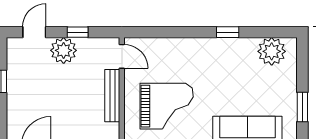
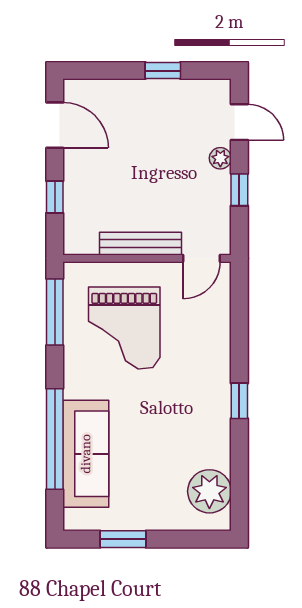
window: (228, 32) -> (239, 401), moved
plant: (64, 50) -> (220, 158), width x0.53, depth x0.53

